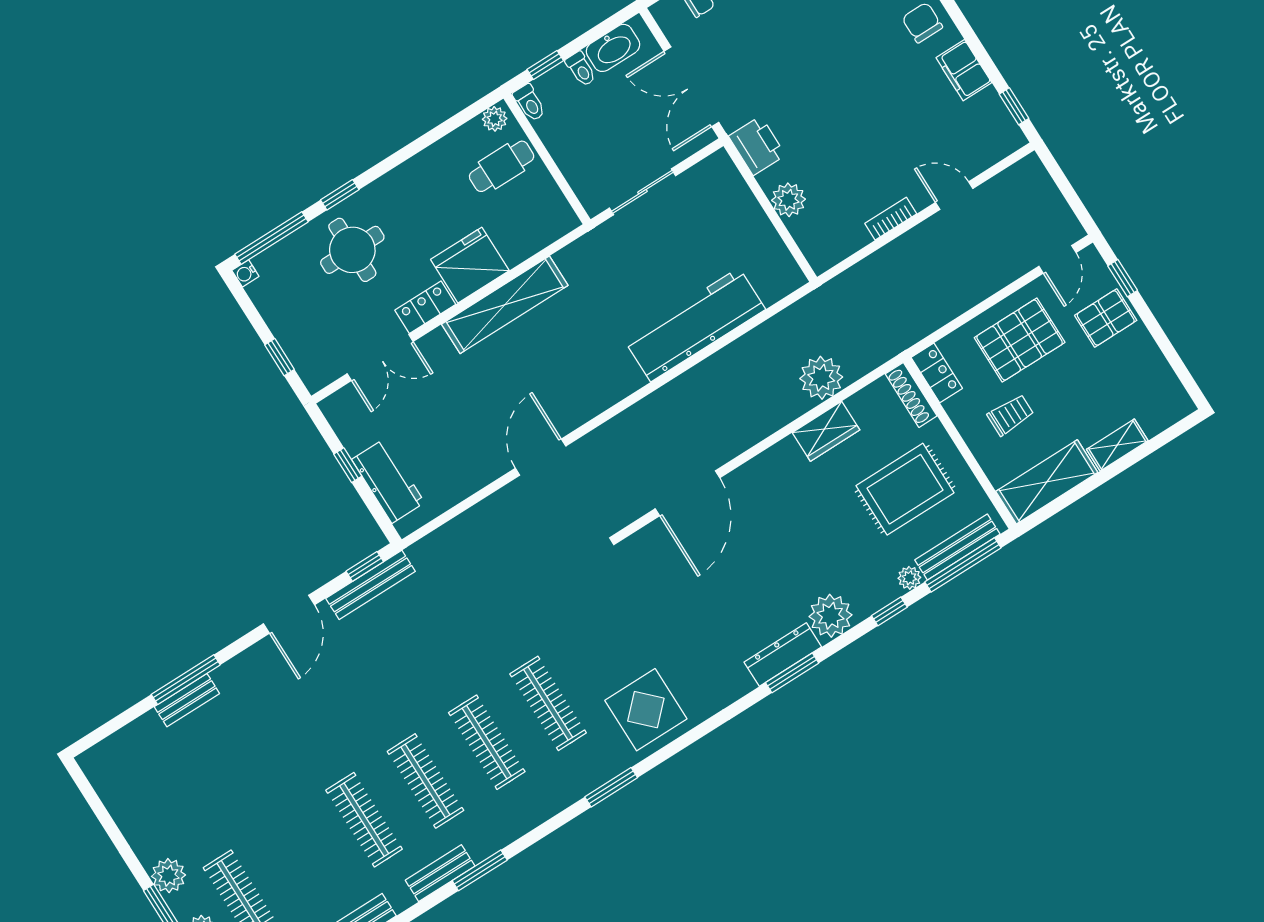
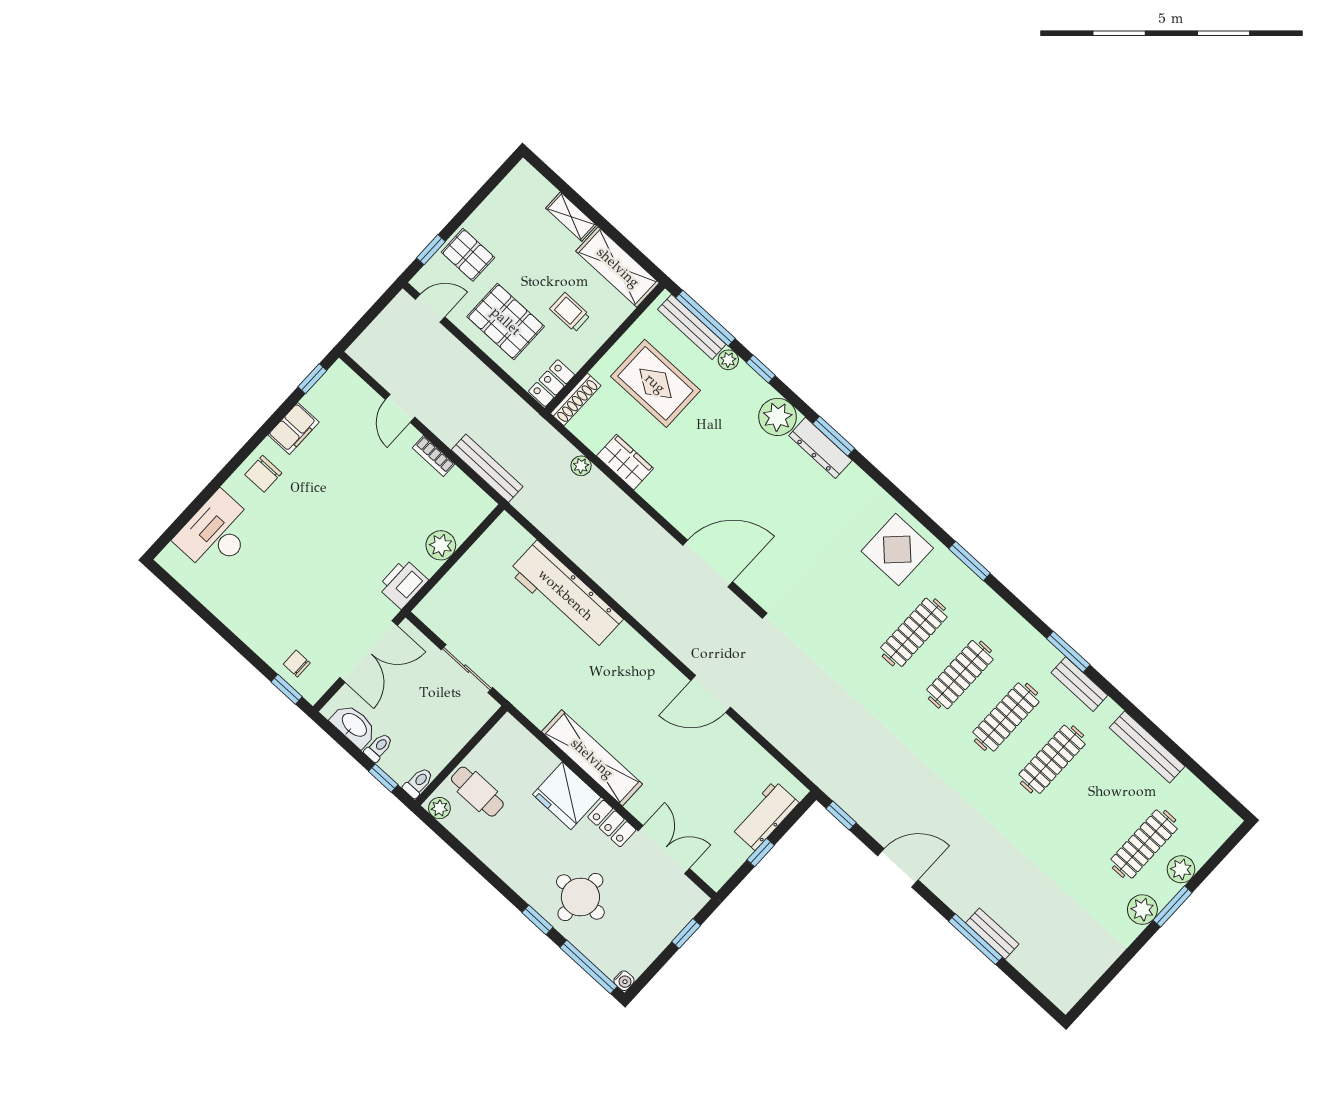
plant: (821, 378) -> (581, 466), width x0.53, depth x0.53
bench: (371, 585) -> (487, 468), moved

